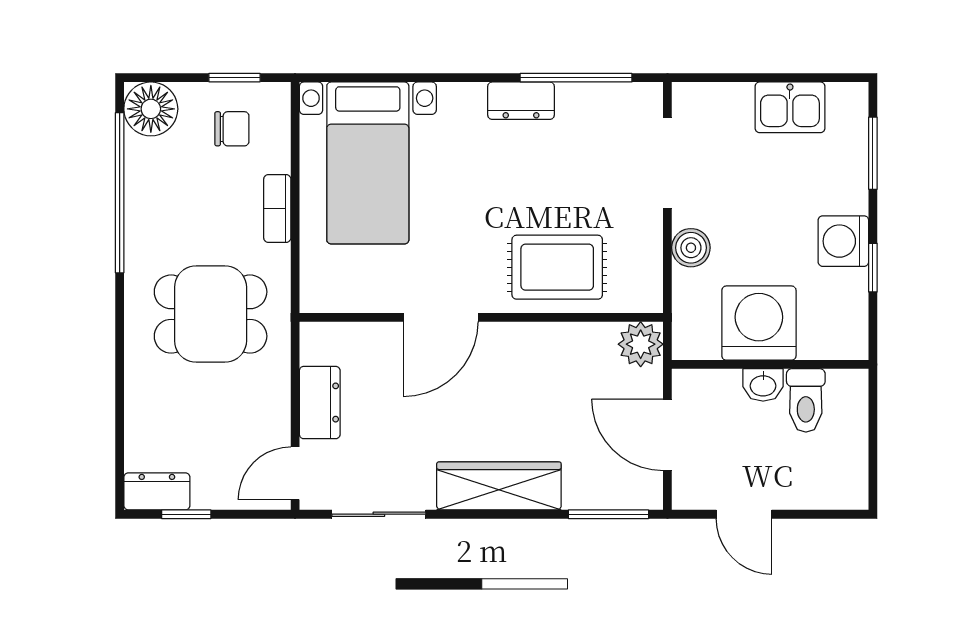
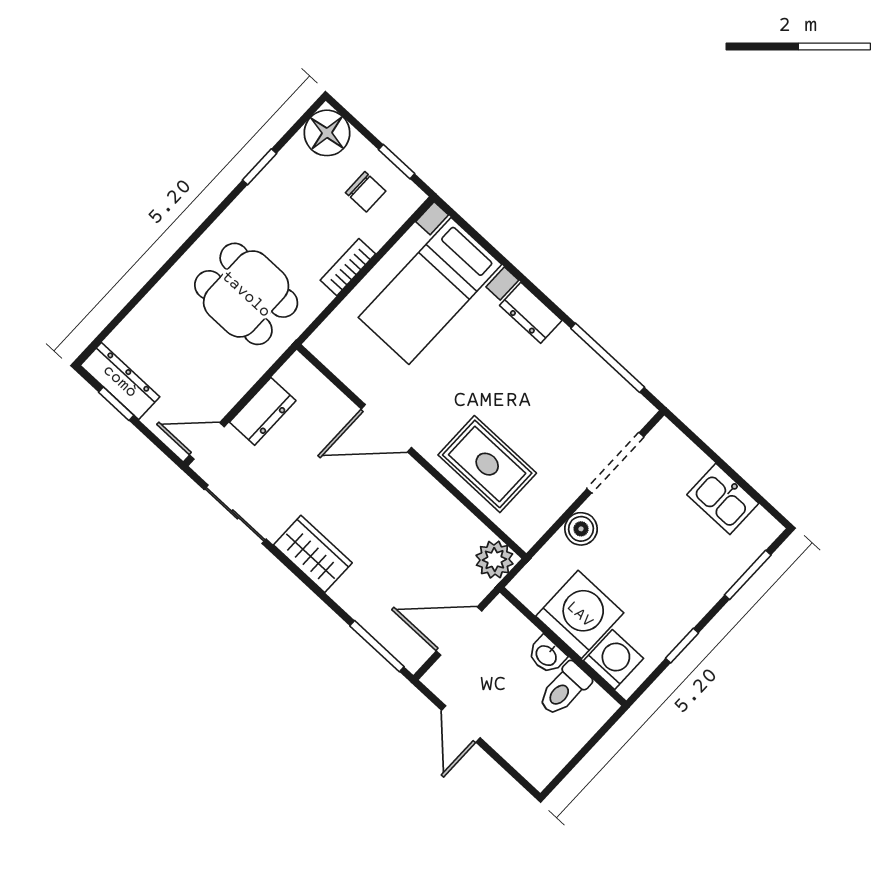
dresser: (521, 101) -> (531, 313), moved
window: (120, 193) -> (260, 167), width x0.32
washing machine: (843, 241) -> (614, 660), moved, turned 90
door: (667, 435) -> (459, 631), hinge flipped
wardrobe: (499, 486) -> (313, 554), width x0.67
dresser: (157, 491) -> (120, 381), width x1.44

